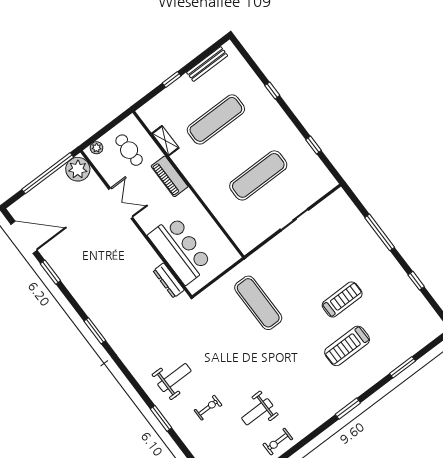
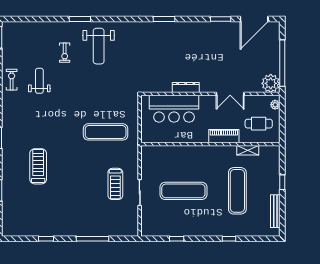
exercise mat: (258, 175) -> (183, 191), turned 90
dresser: (169, 280) -> (186, 87), moved
treadmill: (342, 299) -> (115, 184), moved
weight bench: (174, 378) -> (99, 46), width x1.36, depth x1.33

